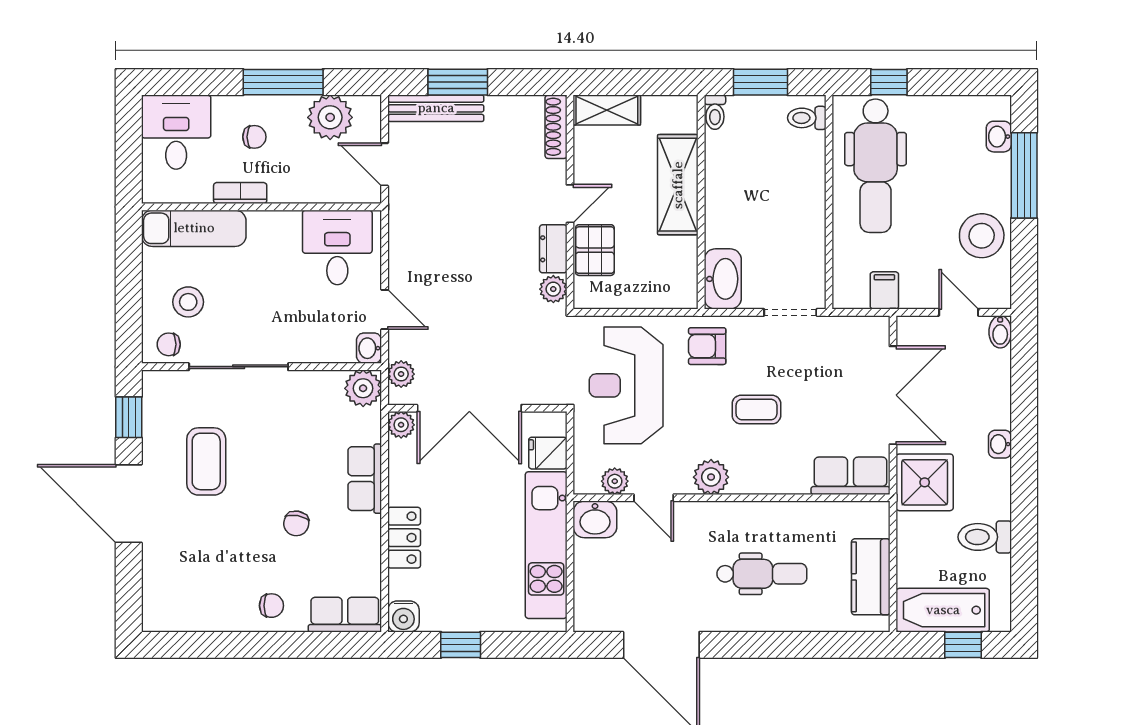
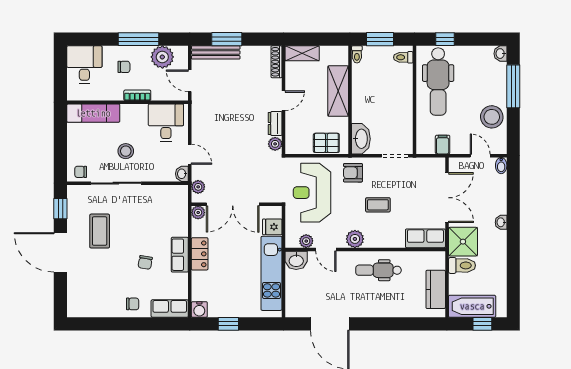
washbasin: (999, 137) -> (500, 54), moved
bookcase: (240, 193) -> (137, 95), moved
pallet: (595, 250) -> (326, 143), moved, turned 90
stool: (188, 302) -> (126, 151), moved
plant: (363, 388) -> (179, 194), removed
row of seats: (365, 479) -> (180, 255), moved
toilet: (985, 537) -> (462, 265), moved, turned 180
locker: (404, 538) -> (200, 254), moved
dental chair: (762, 574) -> (379, 270), moved, turned 180

